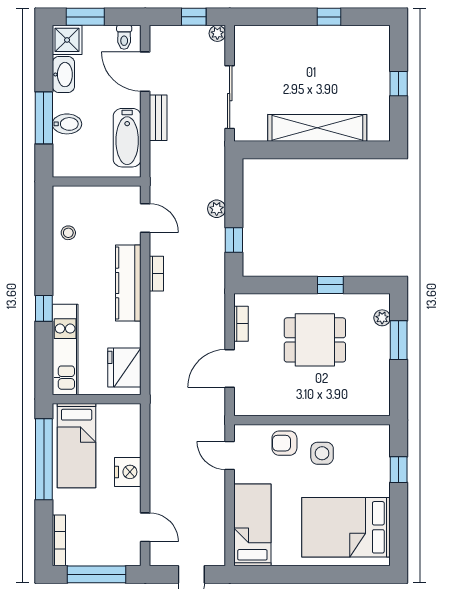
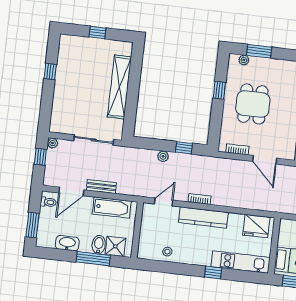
shower: (67, 40) -> (115, 246), moved

